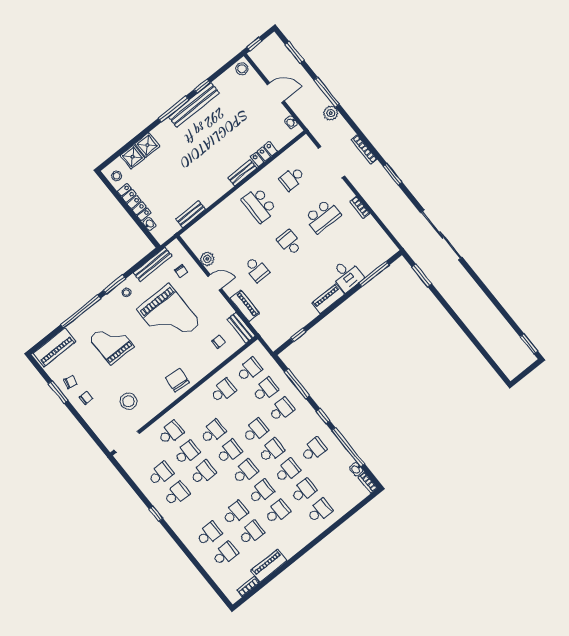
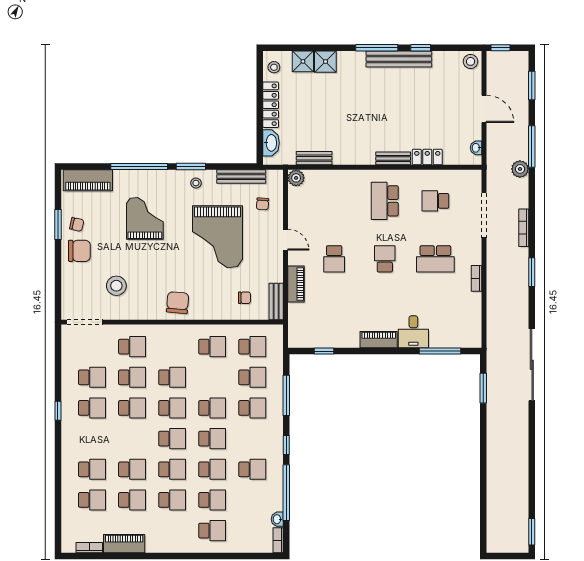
washbasin: (149, 224) -> (271, 143), width x1.91, depth x1.45
plant: (207, 259) -> (296, 178), moved
chair: (86, 398) -> (79, 251), width x1.87, depth x1.87

